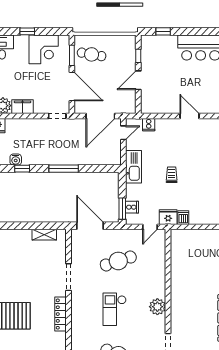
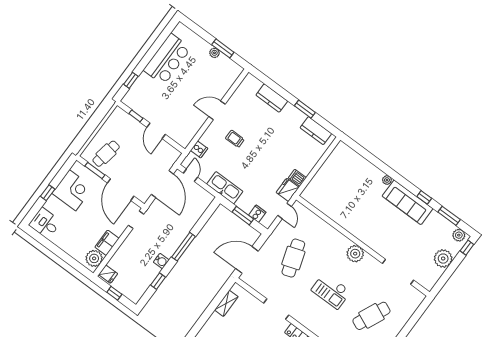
door: (72, 87) -> (121, 190), swing flipped
water cooler: (16, 160) -> (161, 261), moved
trolley: (172, 175) -> (235, 139), moved
window: (122, 209) -> (243, 216), moved

